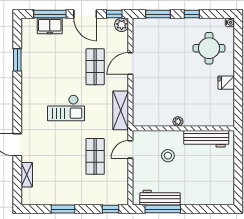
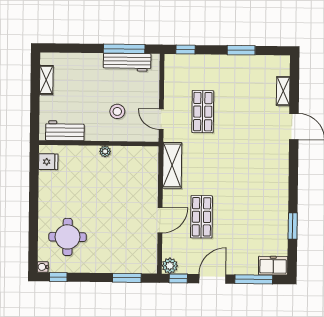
door: (85, 14) -> (212, 279), hinge flipped
window: (192, 14) -> (58, 277), moved
freezer: (50, 26) -> (273, 266), moved
fridge: (226, 83) -> (48, 162), moved
checkout: (66, 108) -> (236, 169), removed
workbench: (206, 139) -> (65, 131), width x0.73
door: (130, 149) -> (161, 119), swing flipped
shelving: (229, 182) -> (46, 80), added

